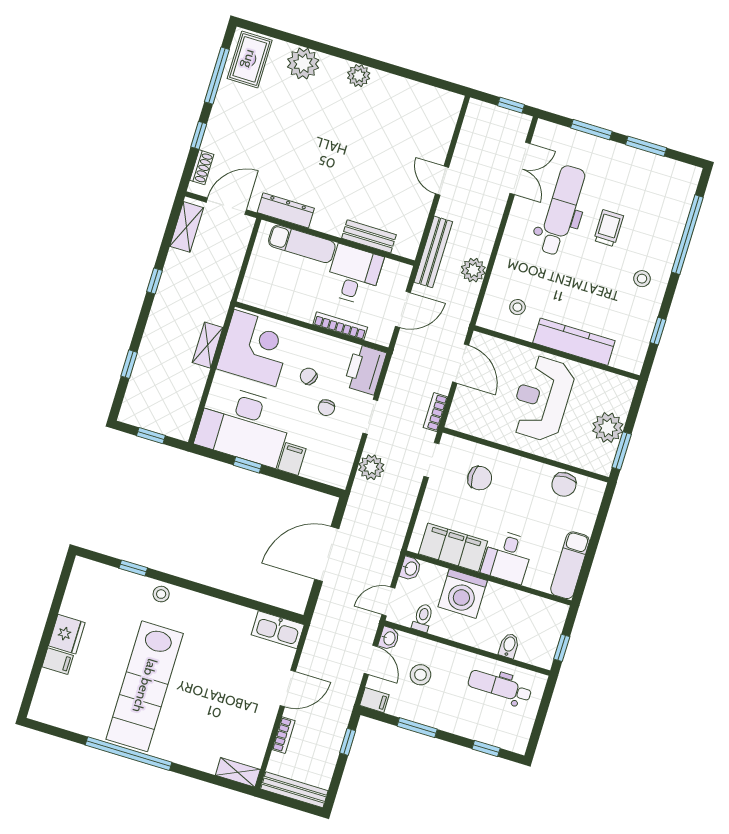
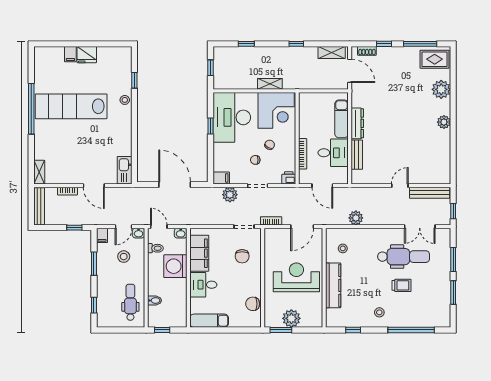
dresser: (286, 210) -> (357, 123), moved
bench: (433, 252) -> (430, 193), moved
printer: (365, 369) -> (289, 178), width x0.53, depth x0.68
filing cabinet: (292, 459) -> (221, 178), moved

